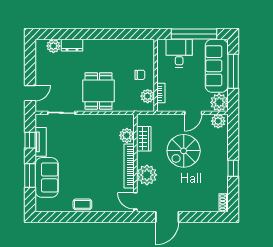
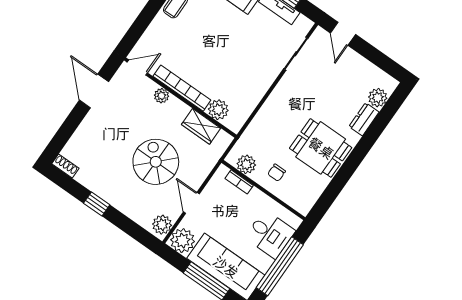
dining table: (99, 91) -> (321, 148), moved
plant: (147, 175) -> (161, 96), width x0.53, depth x0.53

